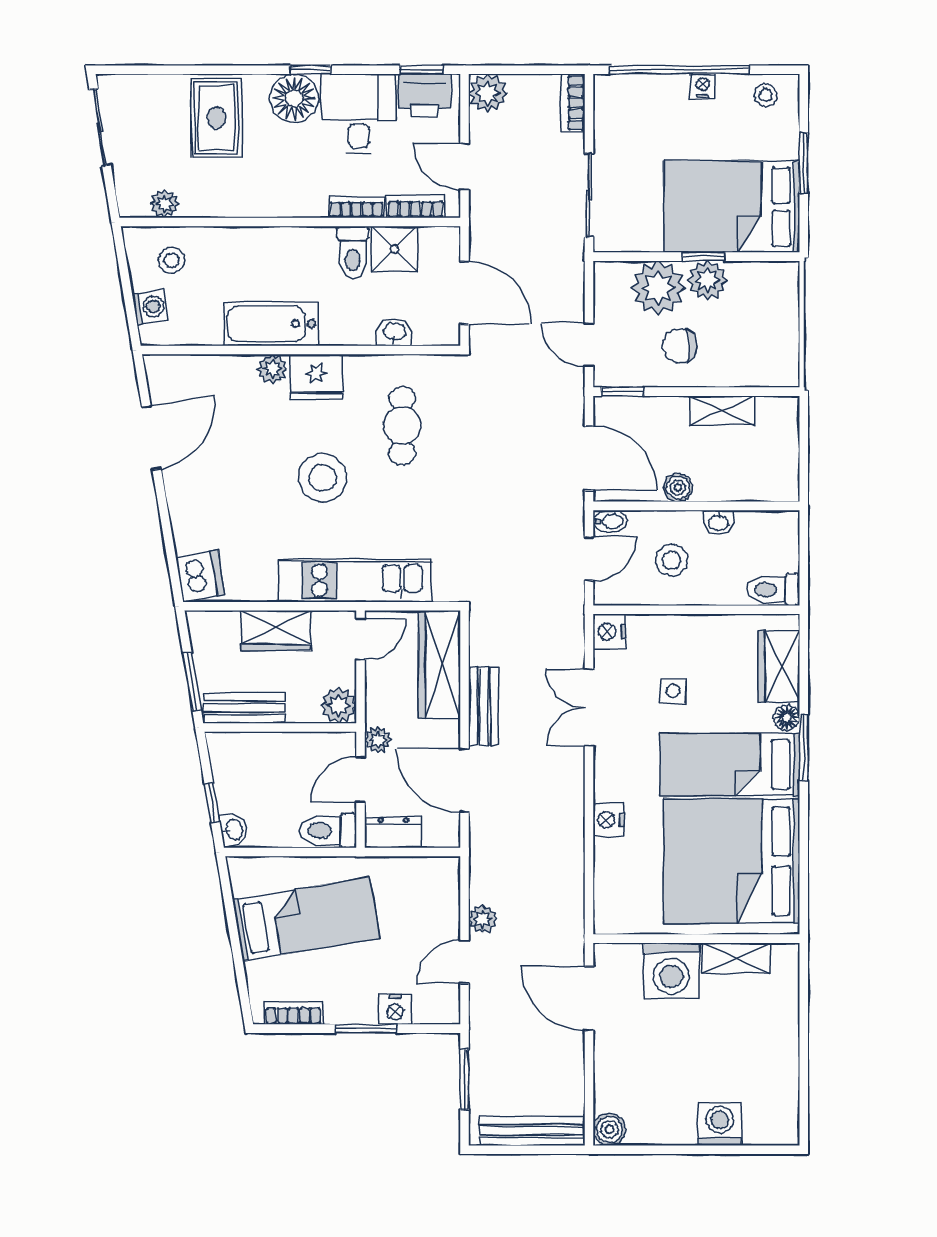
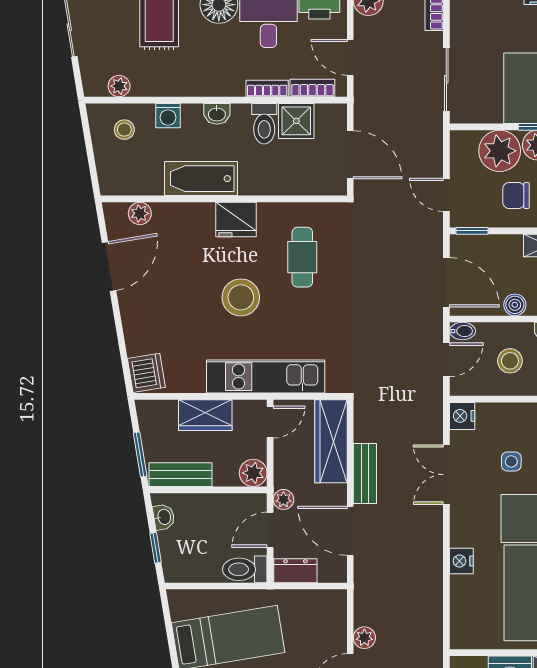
washing machine: (150, 307) -> (168, 116), moved, turned 99
washbasin: (394, 332) -> (217, 114), moved, turned 180
plant: (273, 369) -> (140, 213), moved
washbasin: (234, 830) -> (164, 517), moved

